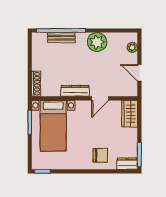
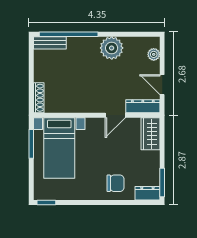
bench: (61, 38) -> (50, 43), moved
dresser: (75, 91) -> (143, 106), moved

